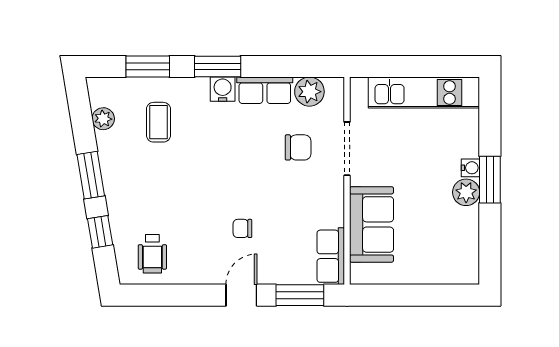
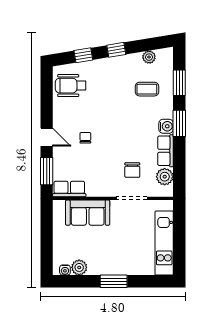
water cooler: (470, 168) -> (65, 270), moved
window: (91, 175) -> (116, 50), width x0.67
plant: (466, 192) -> (79, 267), moved
wheelchair: (152, 254) -> (71, 86), width x1.36, depth x1.37

